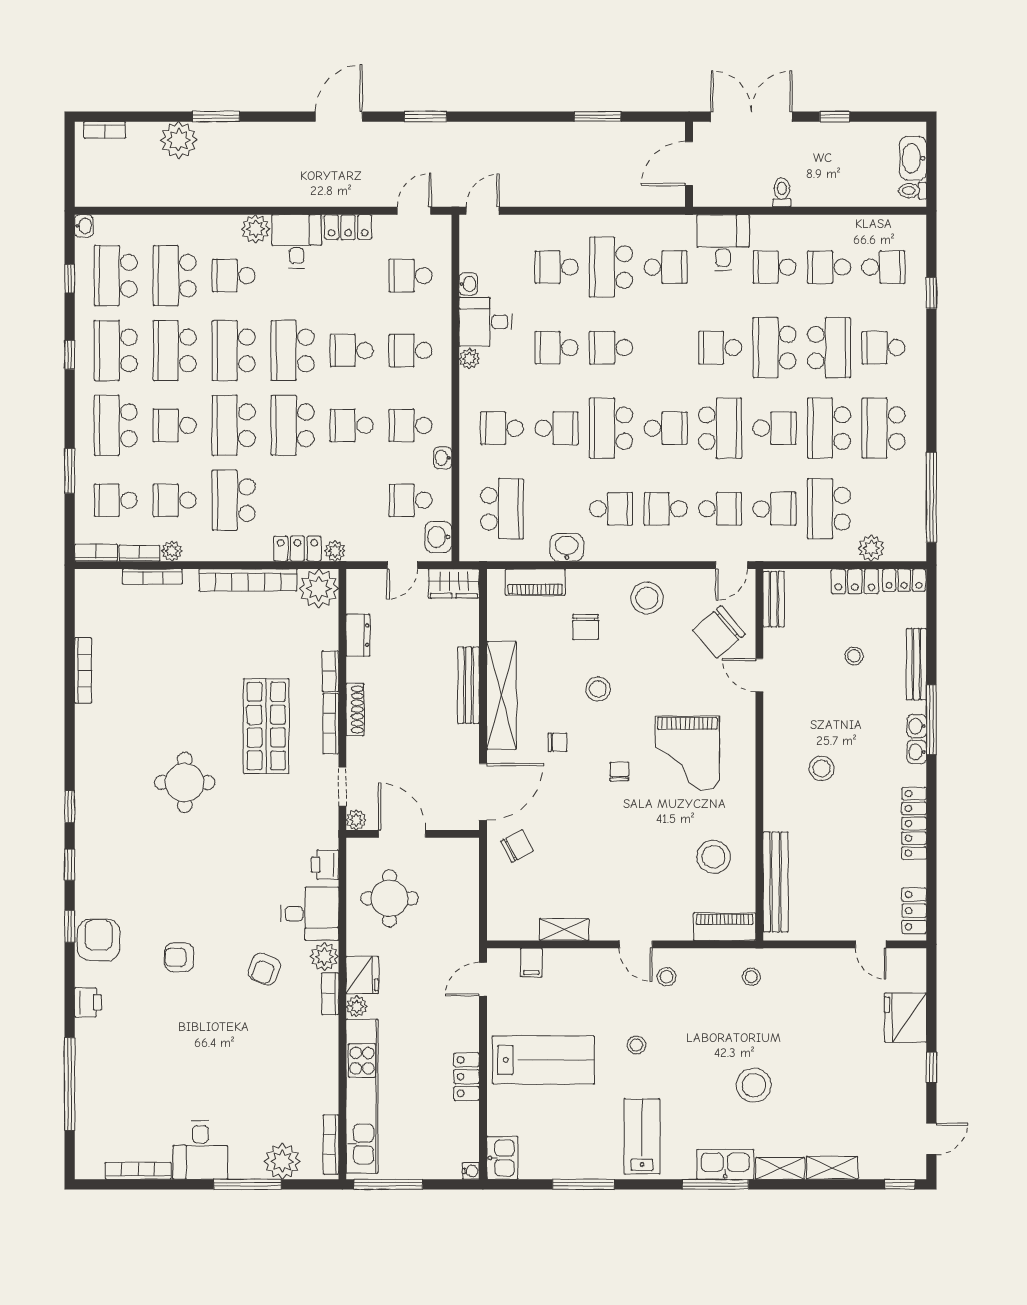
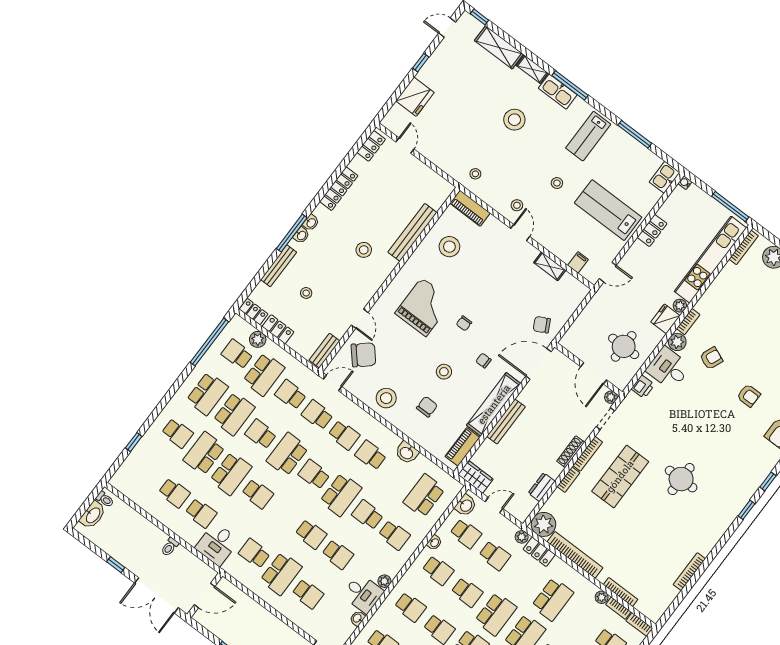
school desk: (884, 267) -> (237, 354), moved
school desk: (175, 500) -> (495, 556), moved
piano: (535, 582) -> (462, 447), moved, turned -90
bench: (776, 882) -> (412, 232), moved
shelving: (832, 1168) -> (499, 47), width x1.50, depth x1.33

